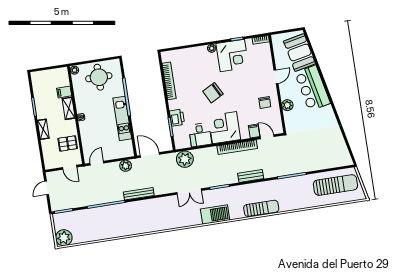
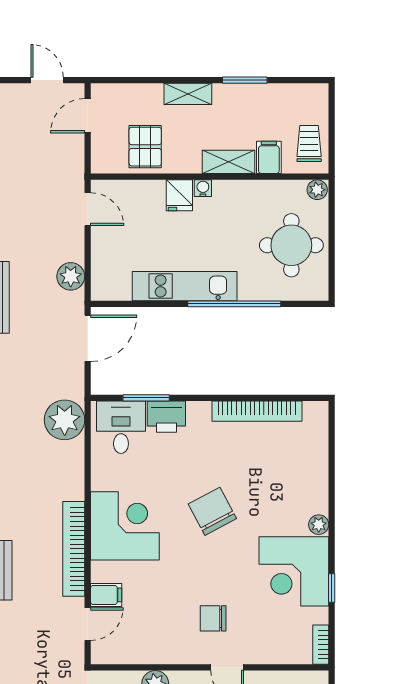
trolley: (56, 76) -> (309, 143), added
chair: (265, 102) -> (213, 618), moved
fridge: (85, 126) -> (179, 195), added
desk: (200, 135) -> (121, 427), moved, turned 90
door: (70, 167) -> (88, 116), moved

